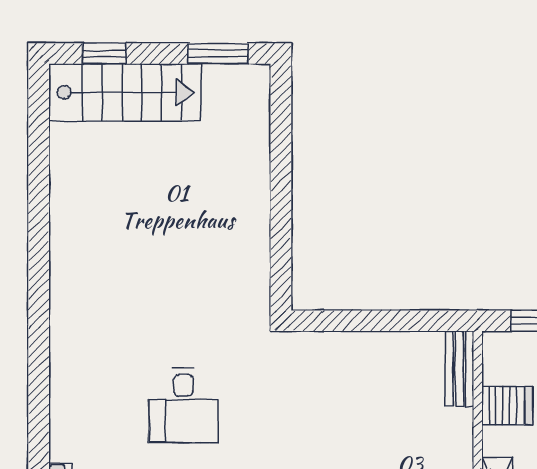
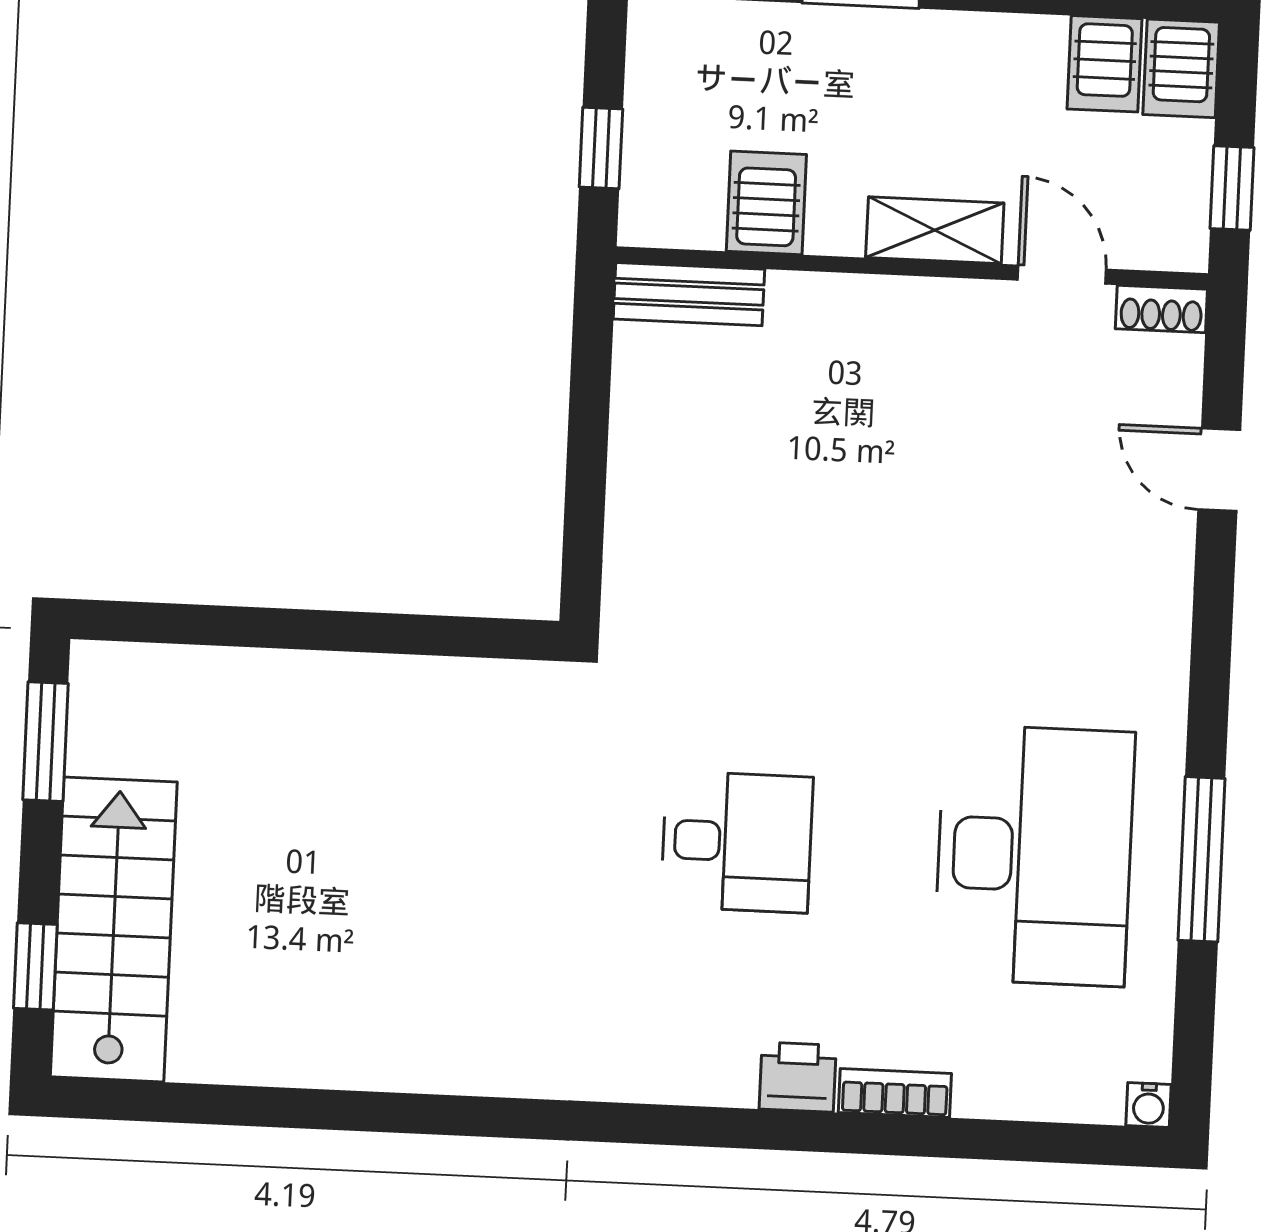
printer: (66, 442) -> (798, 1077), added

